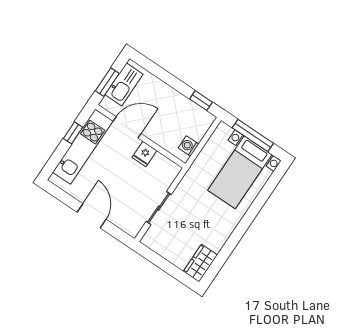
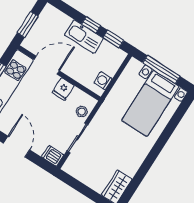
kitchen sink: (124, 84) -> (84, 37), moved, turned 90
window: (177, 84) -> (91, 25), added
stool: (164, 179) -> (82, 112), added
dishwasher: (131, 227) -> (53, 156), added

